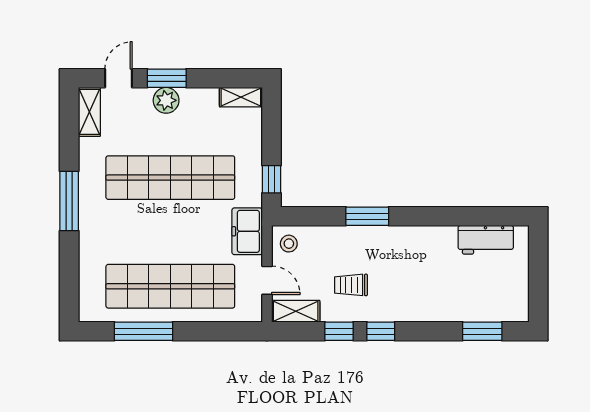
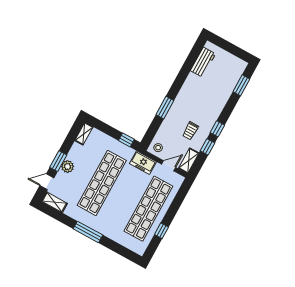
door: (118, 78) -> (47, 182), hinge flipped
window: (143, 331) -> (161, 231), width x0.46

